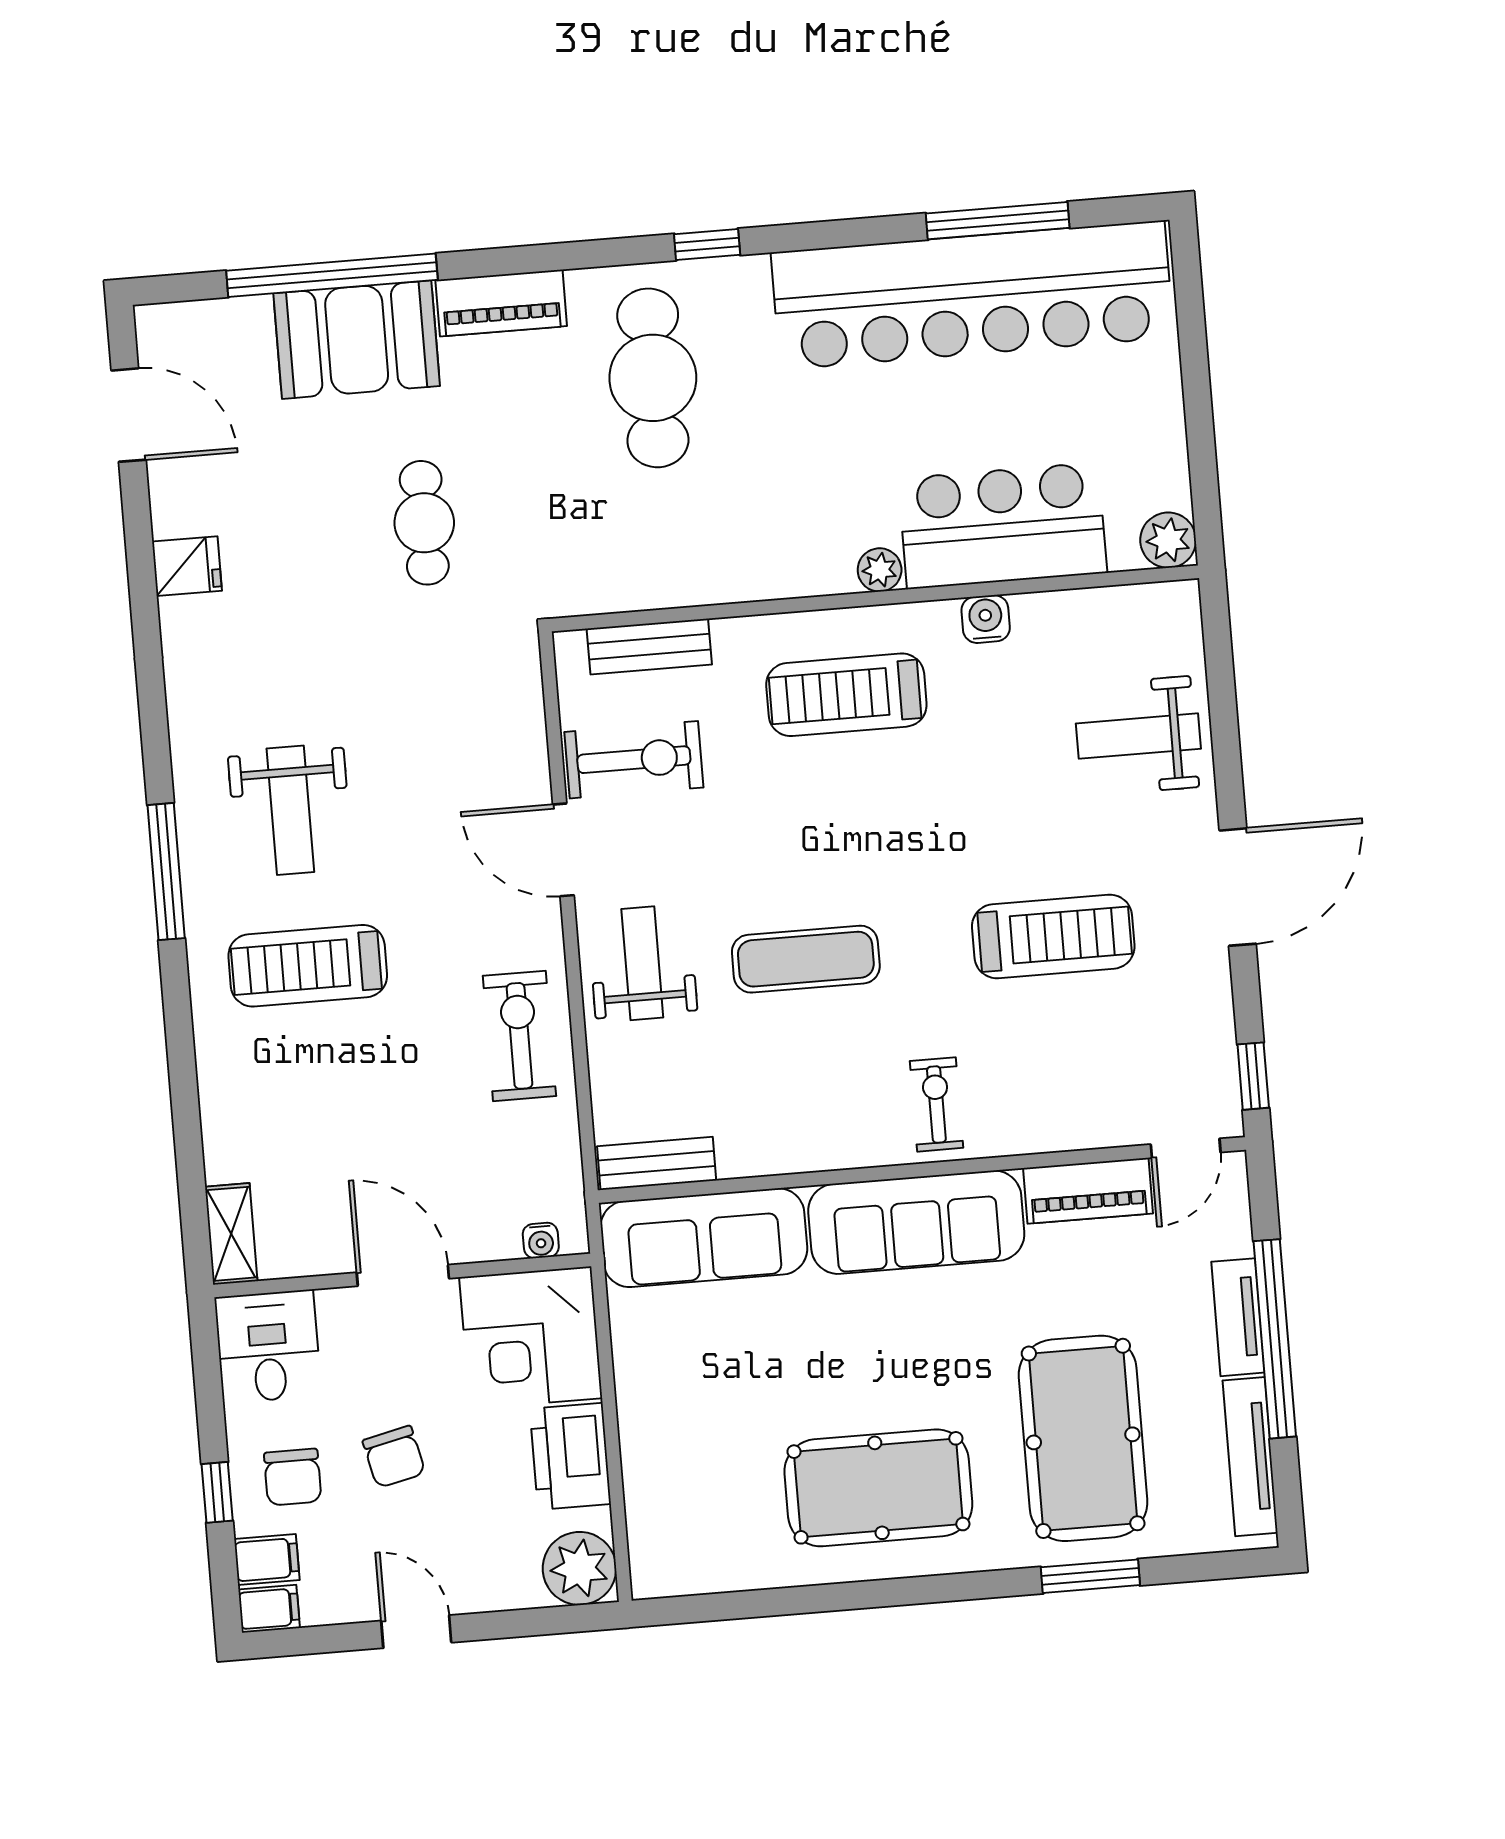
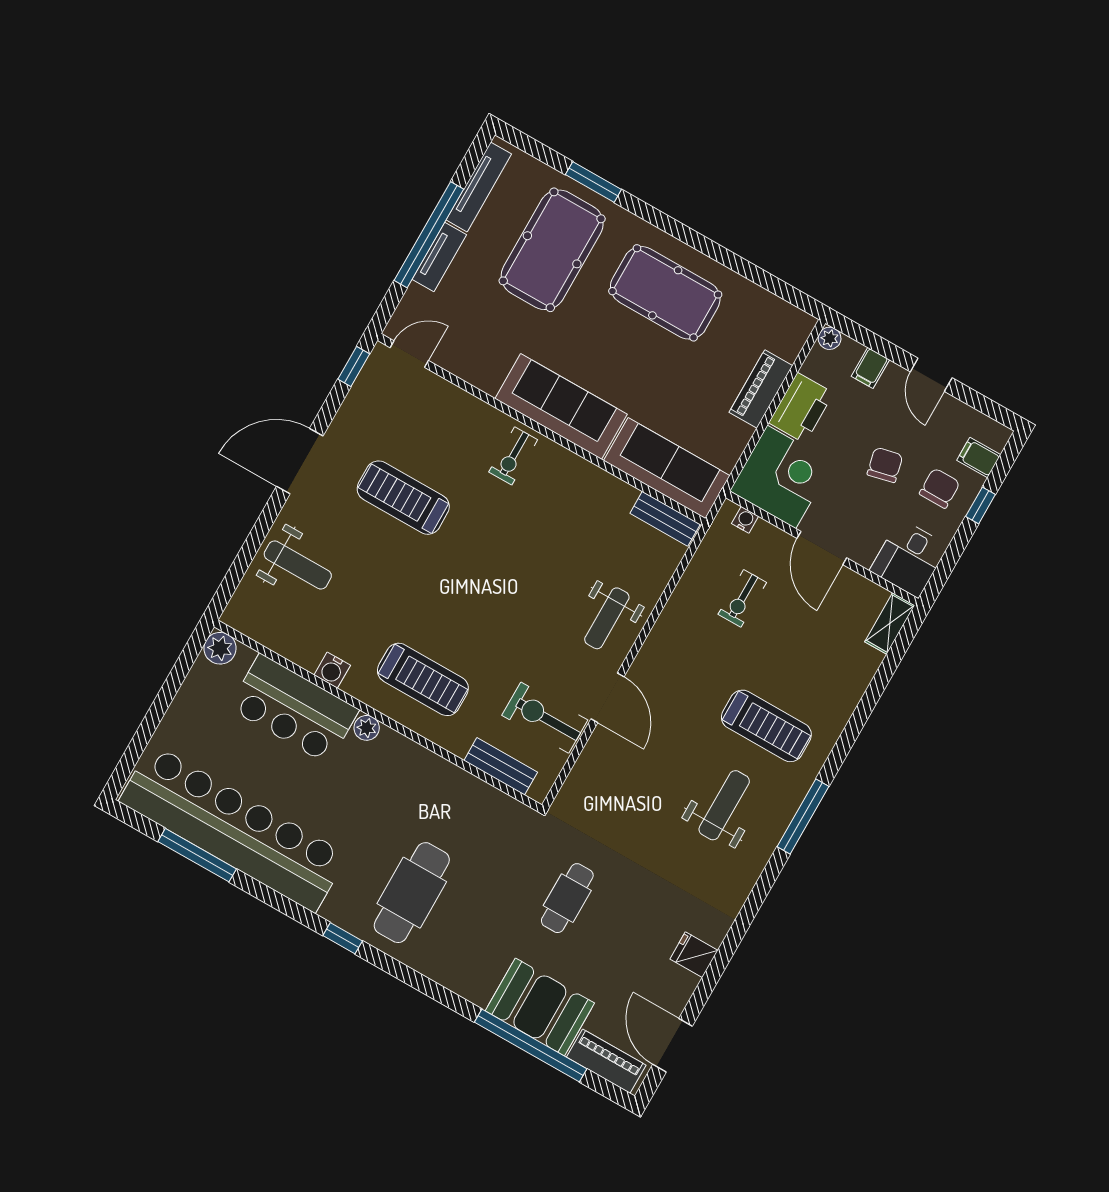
piano: (501, 303) -> (606, 1061), moved
exercise mat: (806, 959) -> (528, 567), removed
exercise bike: (519, 1036) -> (742, 598), moved, width x0.73, depth x0.72
piano: (1088, 1191) -> (761, 389), moved, turned -90
plant: (579, 1568) -> (830, 338), width x0.53, depth x0.53
filing cabinet: (269, 1609) -> (870, 368), moved, turned -90

